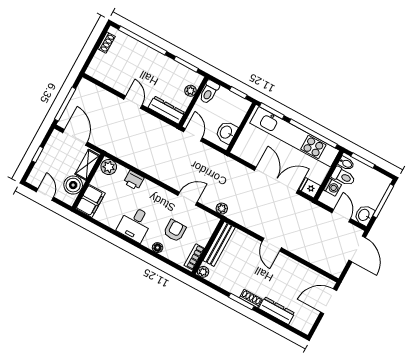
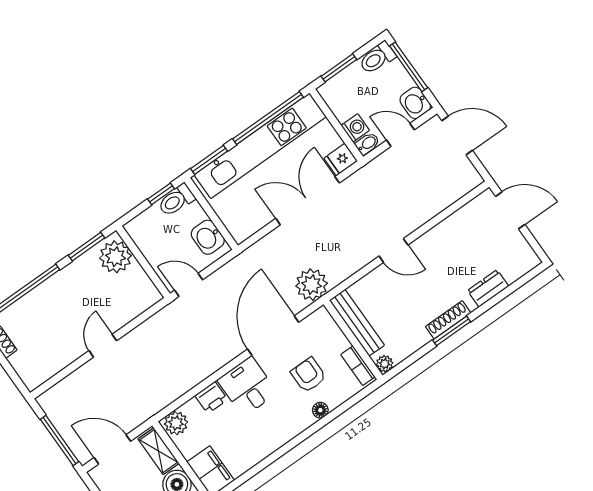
plant: (190, 91) -> (116, 257), width x1.87, depth x1.87
toilet: (209, 92) -> (176, 200), moved, turned 90
door: (133, 102) -> (103, 346), hinge flipped
dresser: (166, 110) -> (137, 305), removed
bidet: (346, 163) -> (368, 144), moved
toilet: (343, 176) -> (377, 58), moved, turned 180
door: (188, 199) -> (273, 336), width x1.87
plant: (222, 209) -> (312, 285), width x1.88, depth x1.88
desk: (135, 224) -> (247, 386), moved, turned 180
shoe rack: (251, 299) -> (448, 320), width x1.43
door: (329, 301) -> (510, 210), swing flipped
dresser: (277, 311) -> (488, 288), width x0.70

